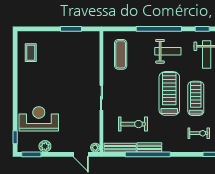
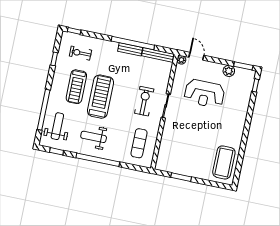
coffee table: (31, 53) -> (224, 162), width x1.86, depth x1.72
treadmill: (169, 93) -> (101, 97), turned 180
reception desk: (39, 119) -> (204, 94), moved
exercise bike: (133, 124) -> (144, 101), moved, turned 90

